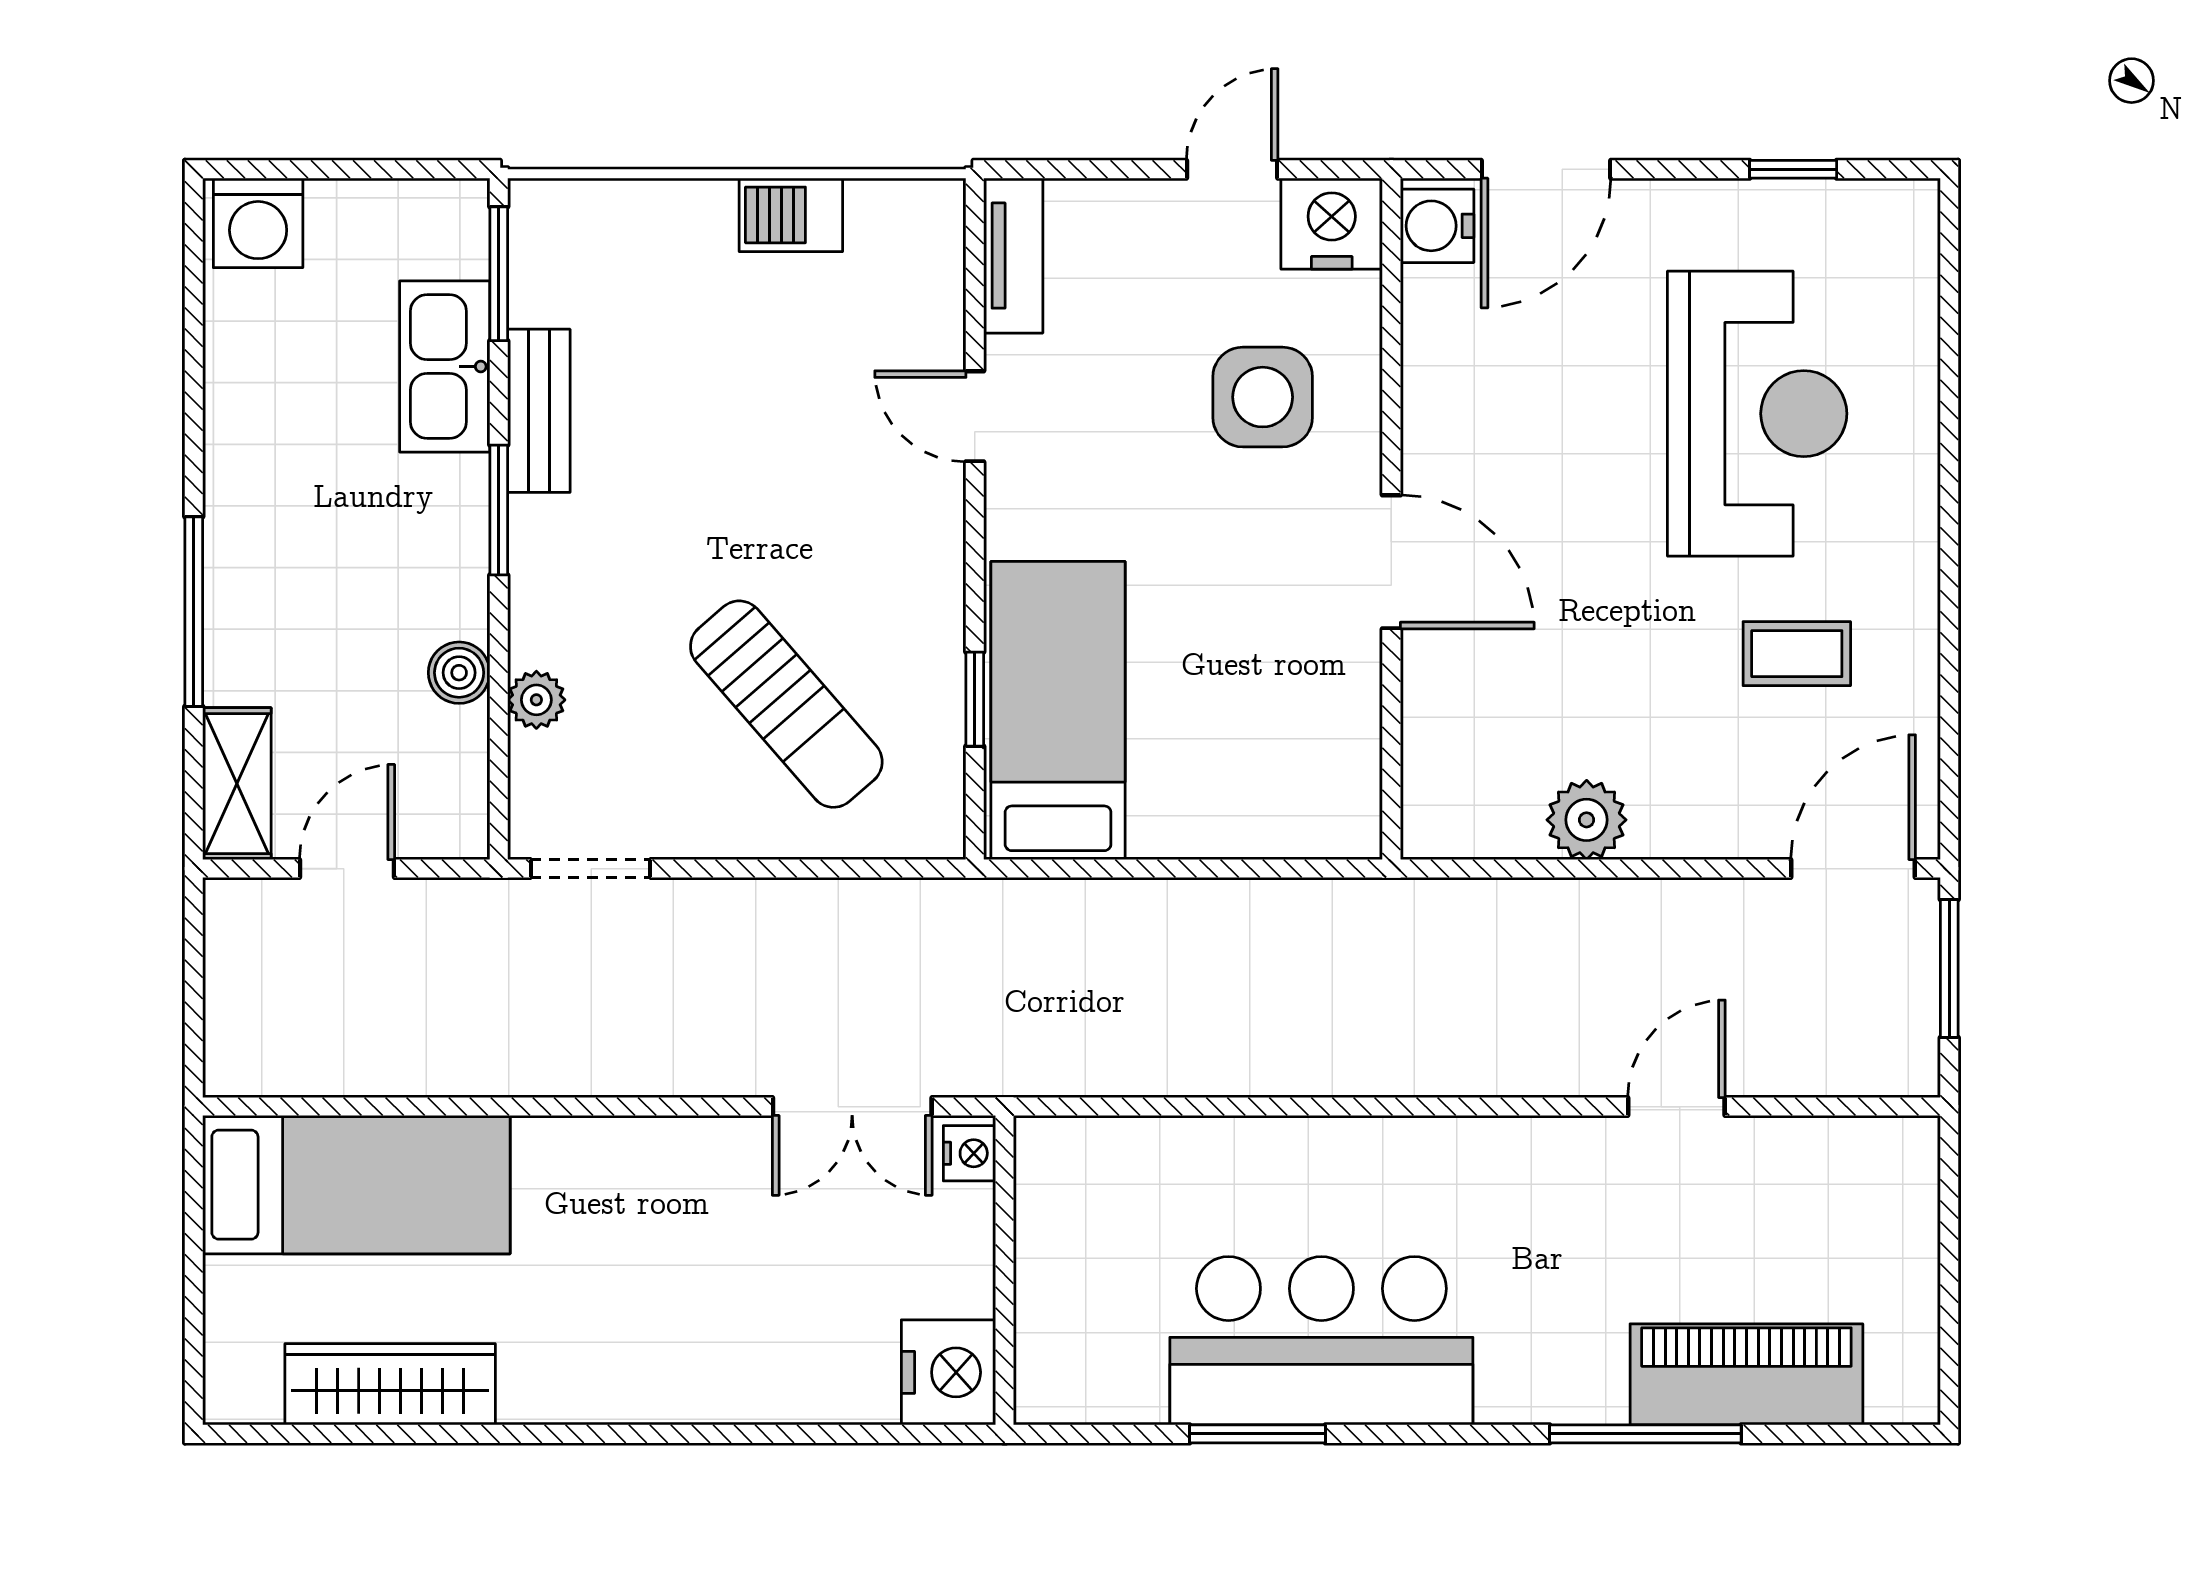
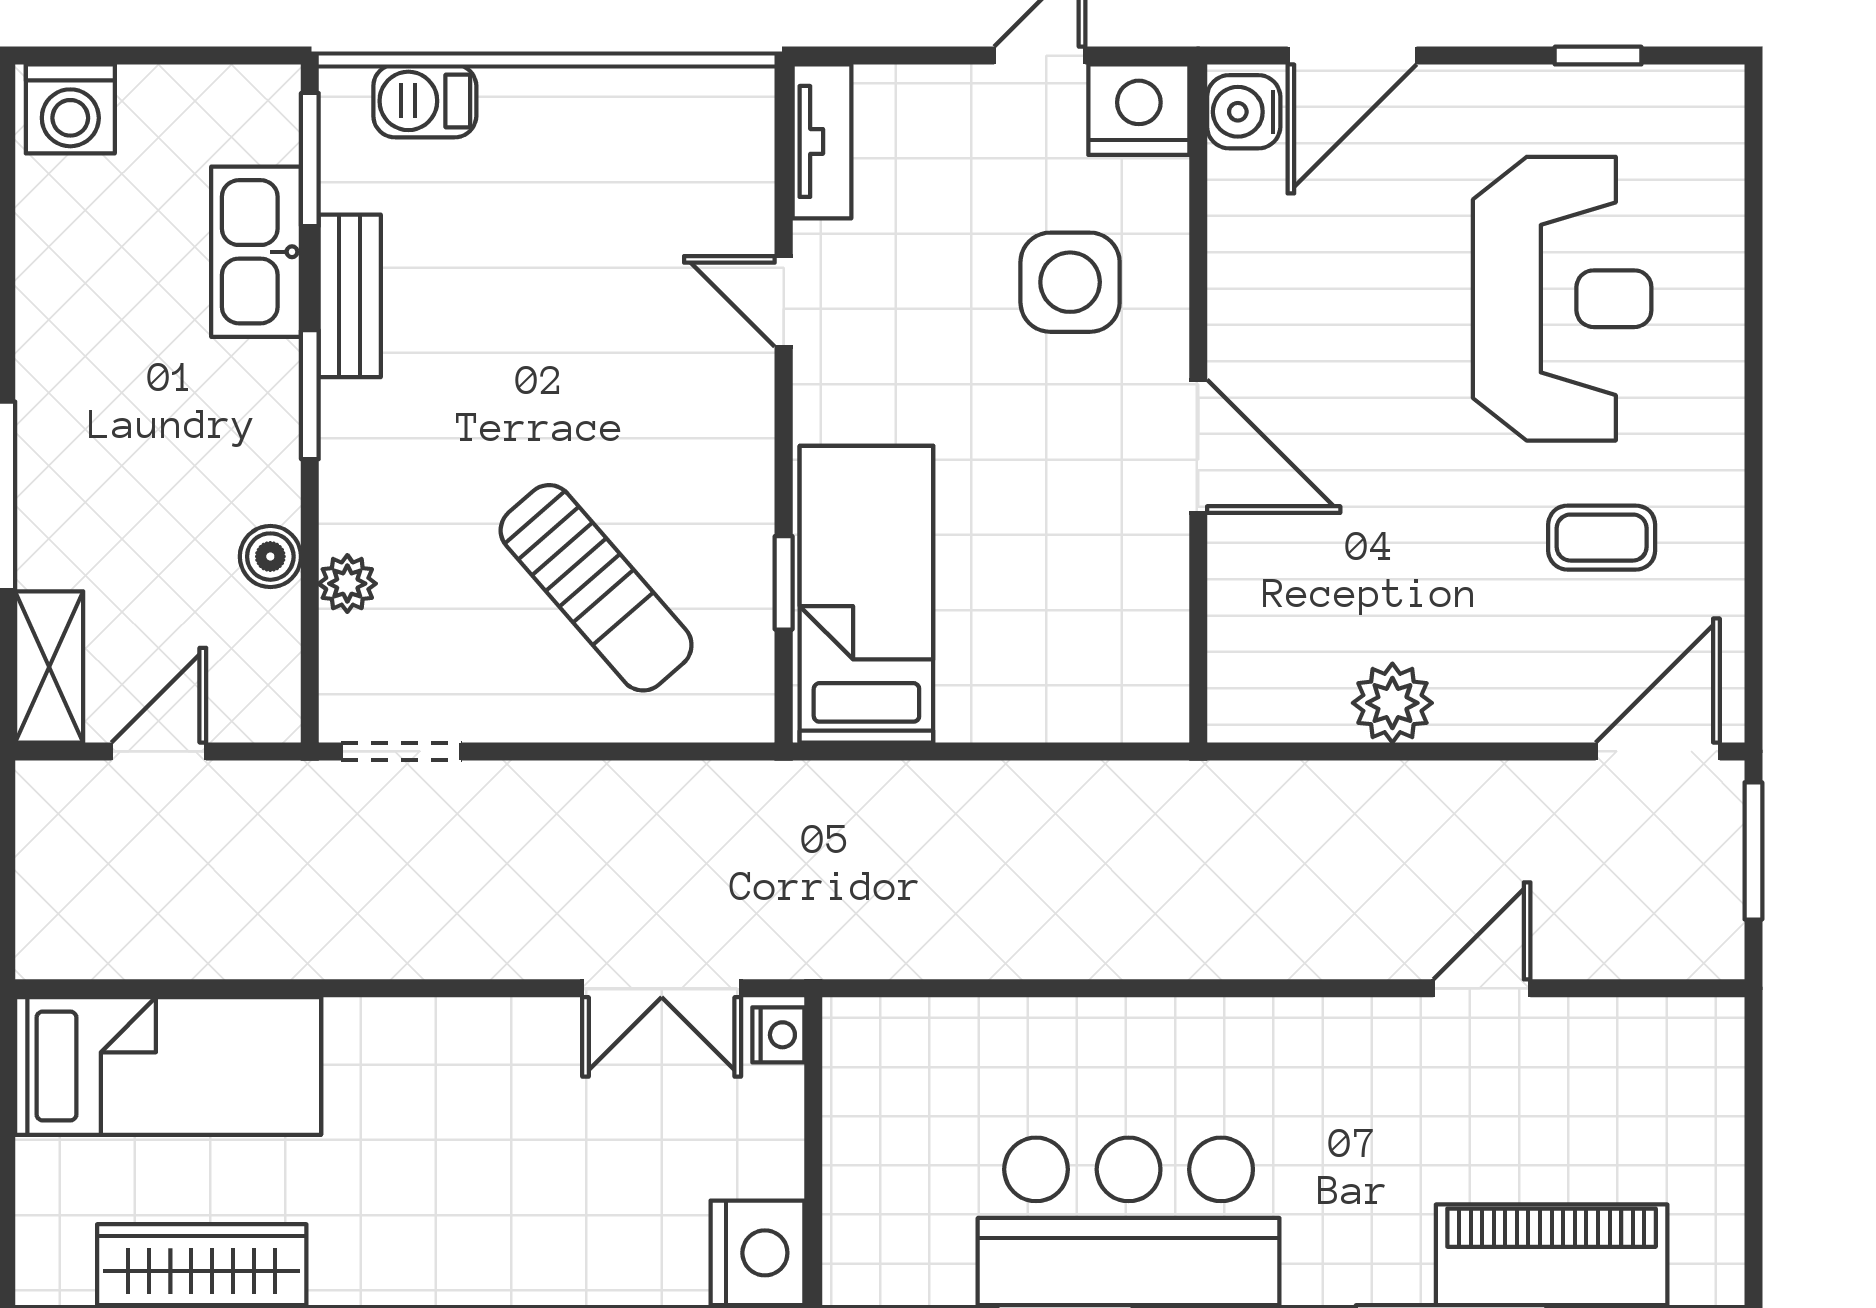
barbecue: (791, 215) -> (425, 101), moved

